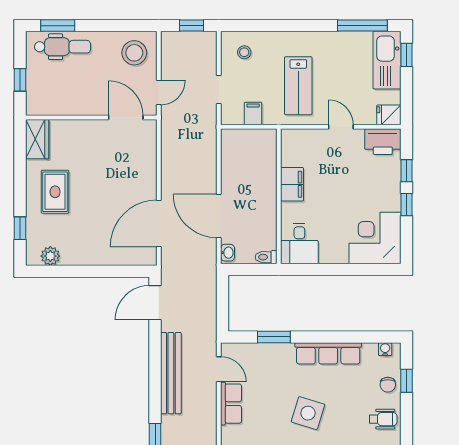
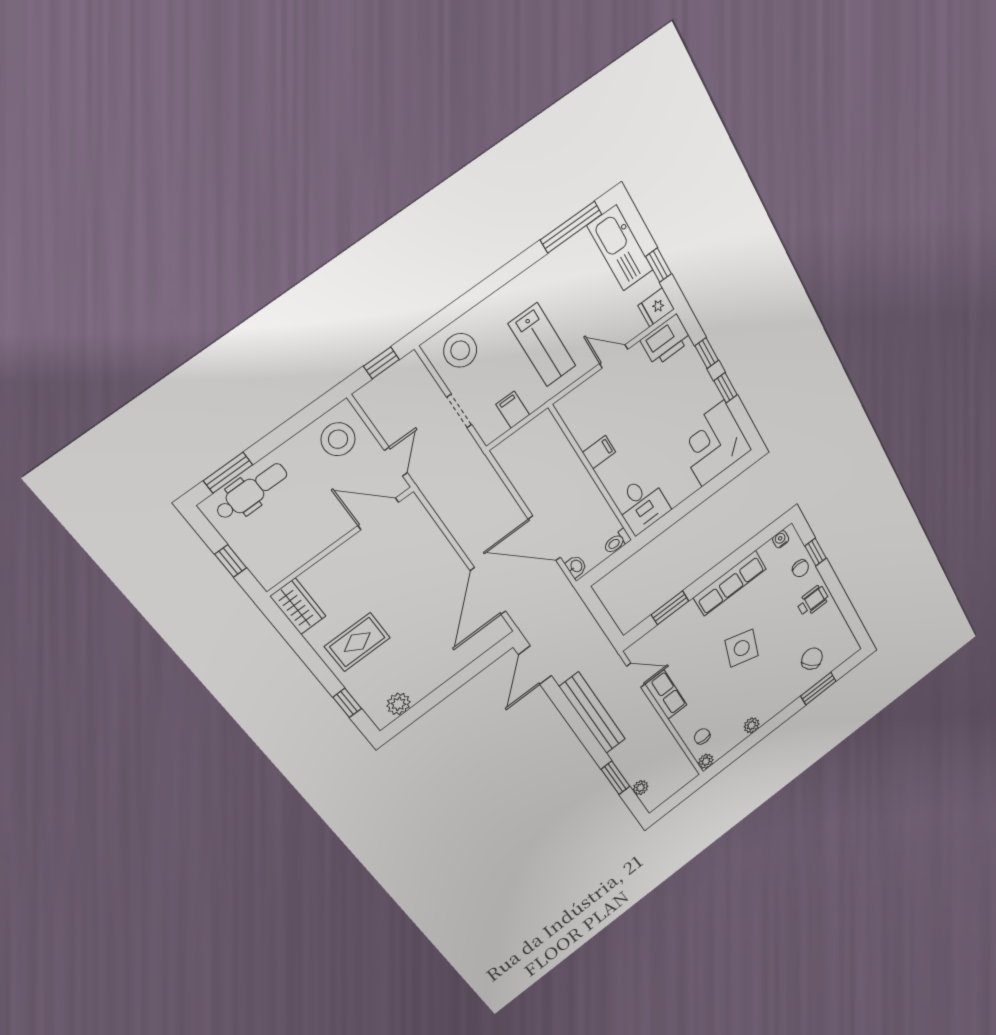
stool: (244, 52) -> (460, 350), width x1.89, depth x1.89
window: (406, 55) -> (658, 265), moved
filing cabinet: (292, 184) -> (599, 452), width x0.50
rug: (55, 192) -> (357, 642), turned 90

